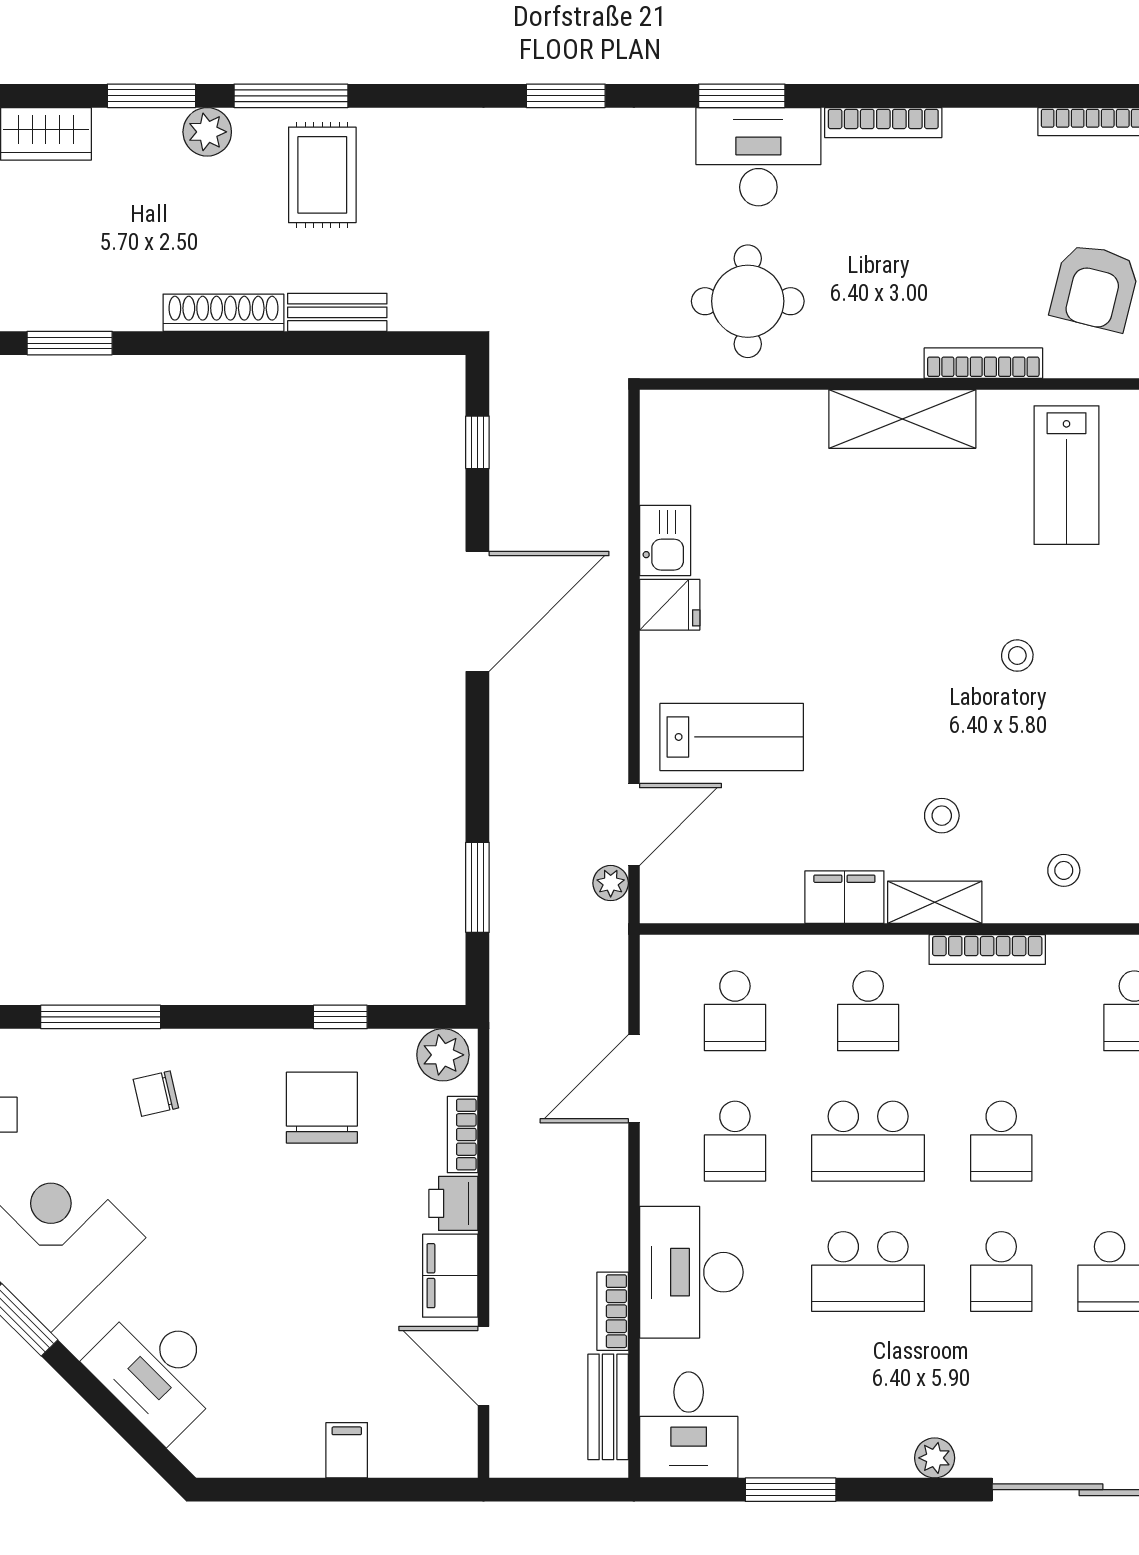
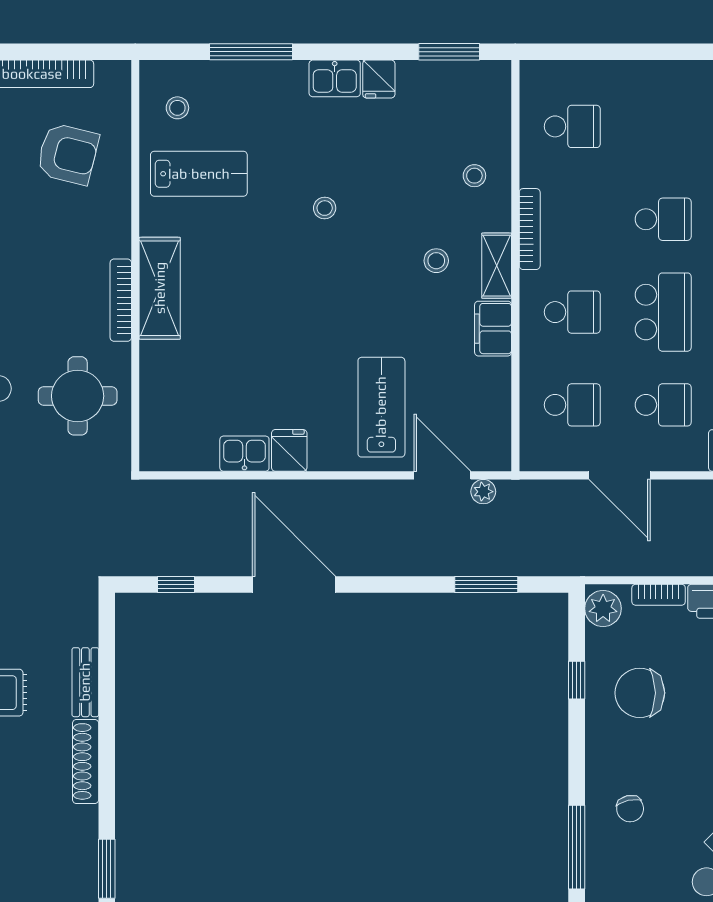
bookcase: (983, 363) -> (121, 300), moved

